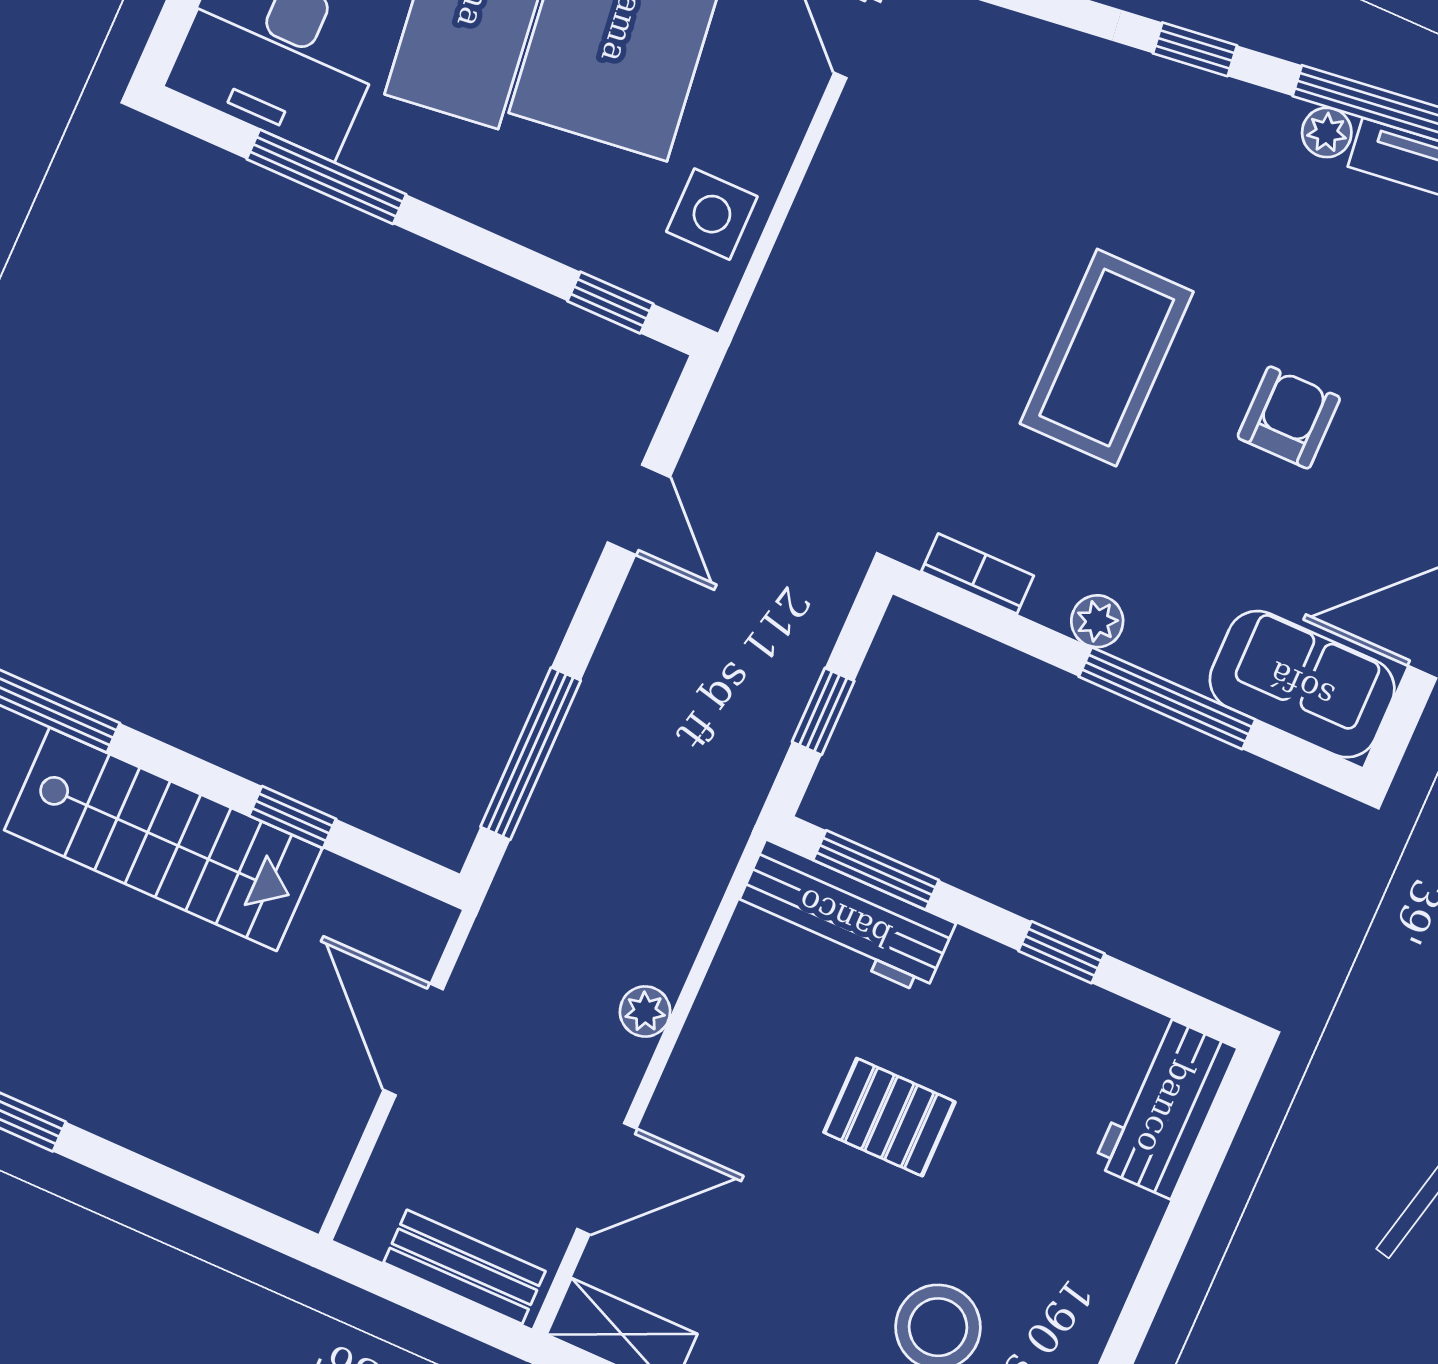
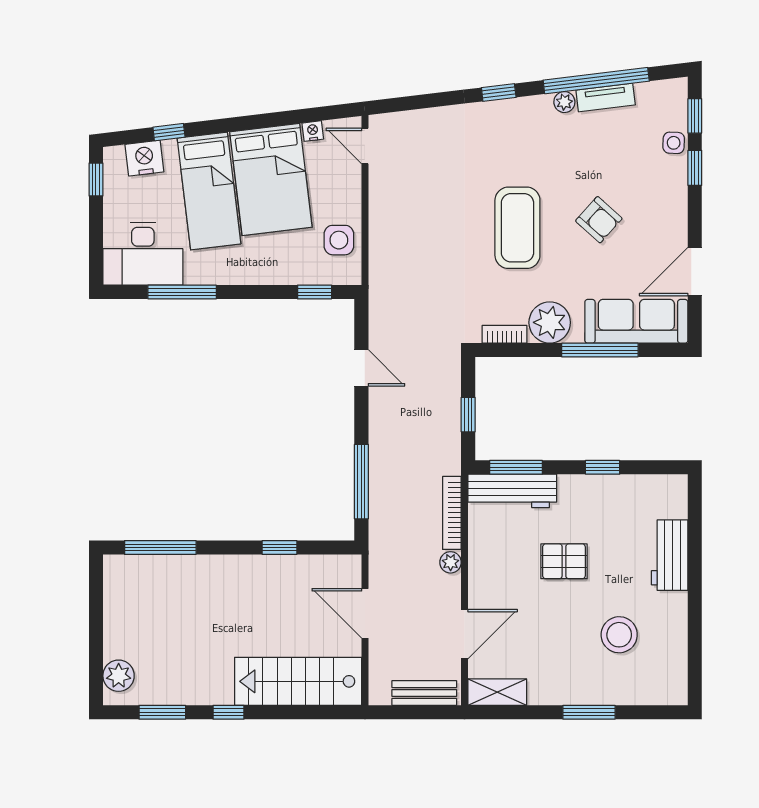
armchair: (1289, 417) -> (599, 220), turned 132
plant: (1097, 621) -> (550, 322), width x1.87, depth x1.87
sofa: (1302, 684) -> (636, 321), width x1.36
stairs: (163, 839) -> (298, 681), moved, turned 180
bookcase: (695, 907) -> (452, 513), added
workbench: (1165, 1107) -> (670, 555), moved

